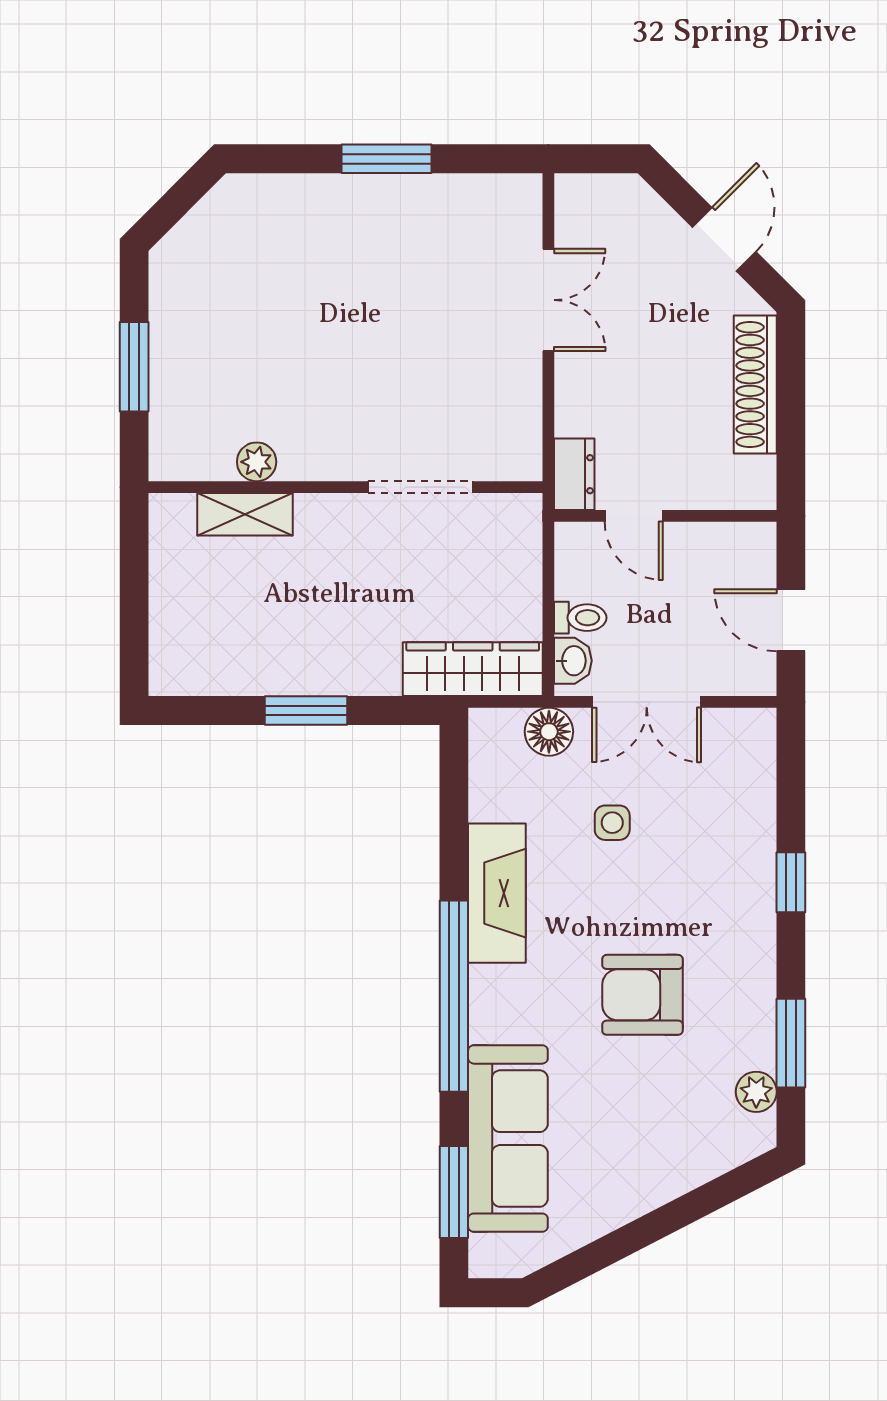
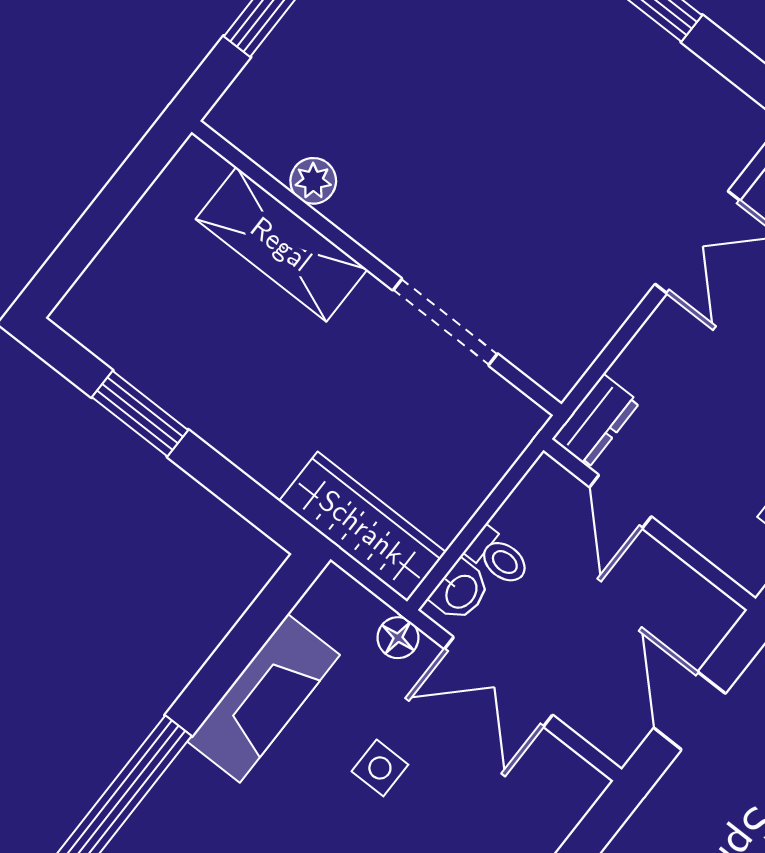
shelving: (245, 514) -> (281, 244), width x1.50, depth x1.33
window: (306, 711) -> (140, 414), moved
floor lamp: (549, 732) -> (398, 638), width x0.73, depth x0.73
fireplace: (497, 893) -> (264, 698), moved

